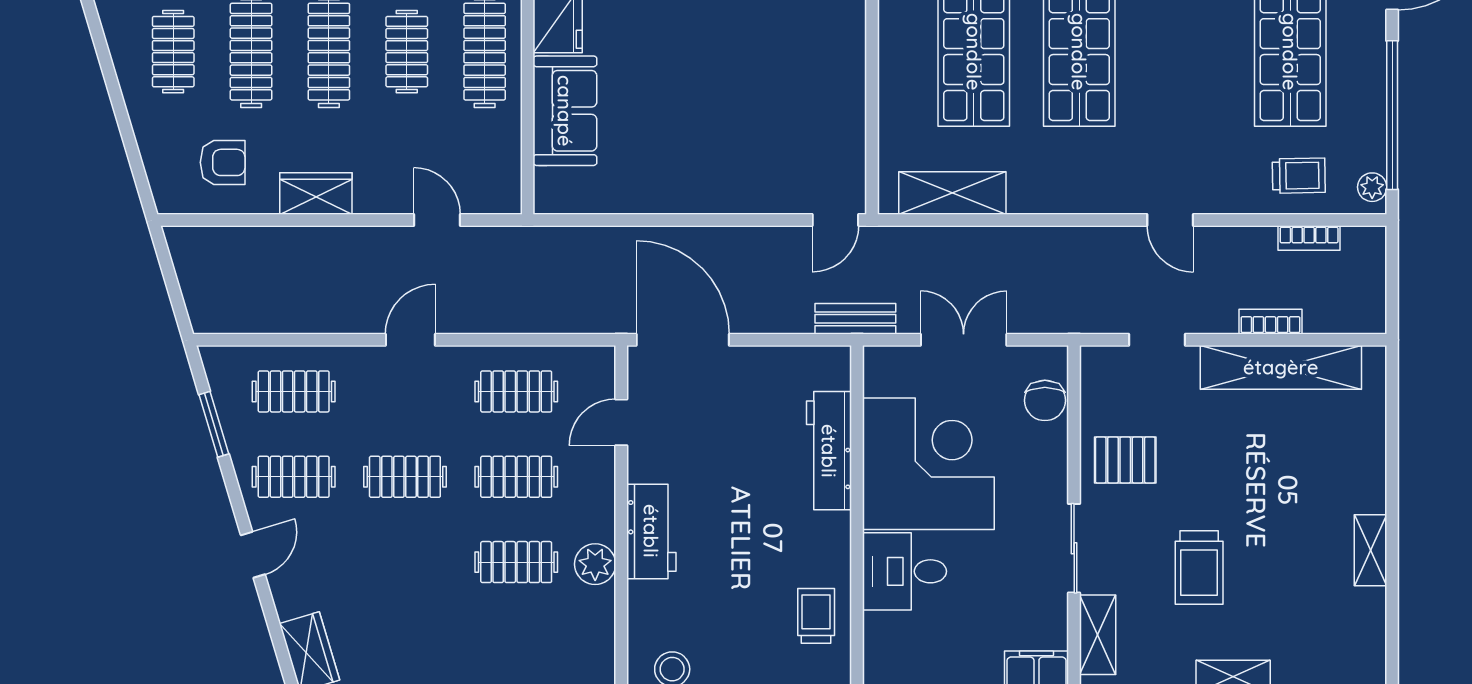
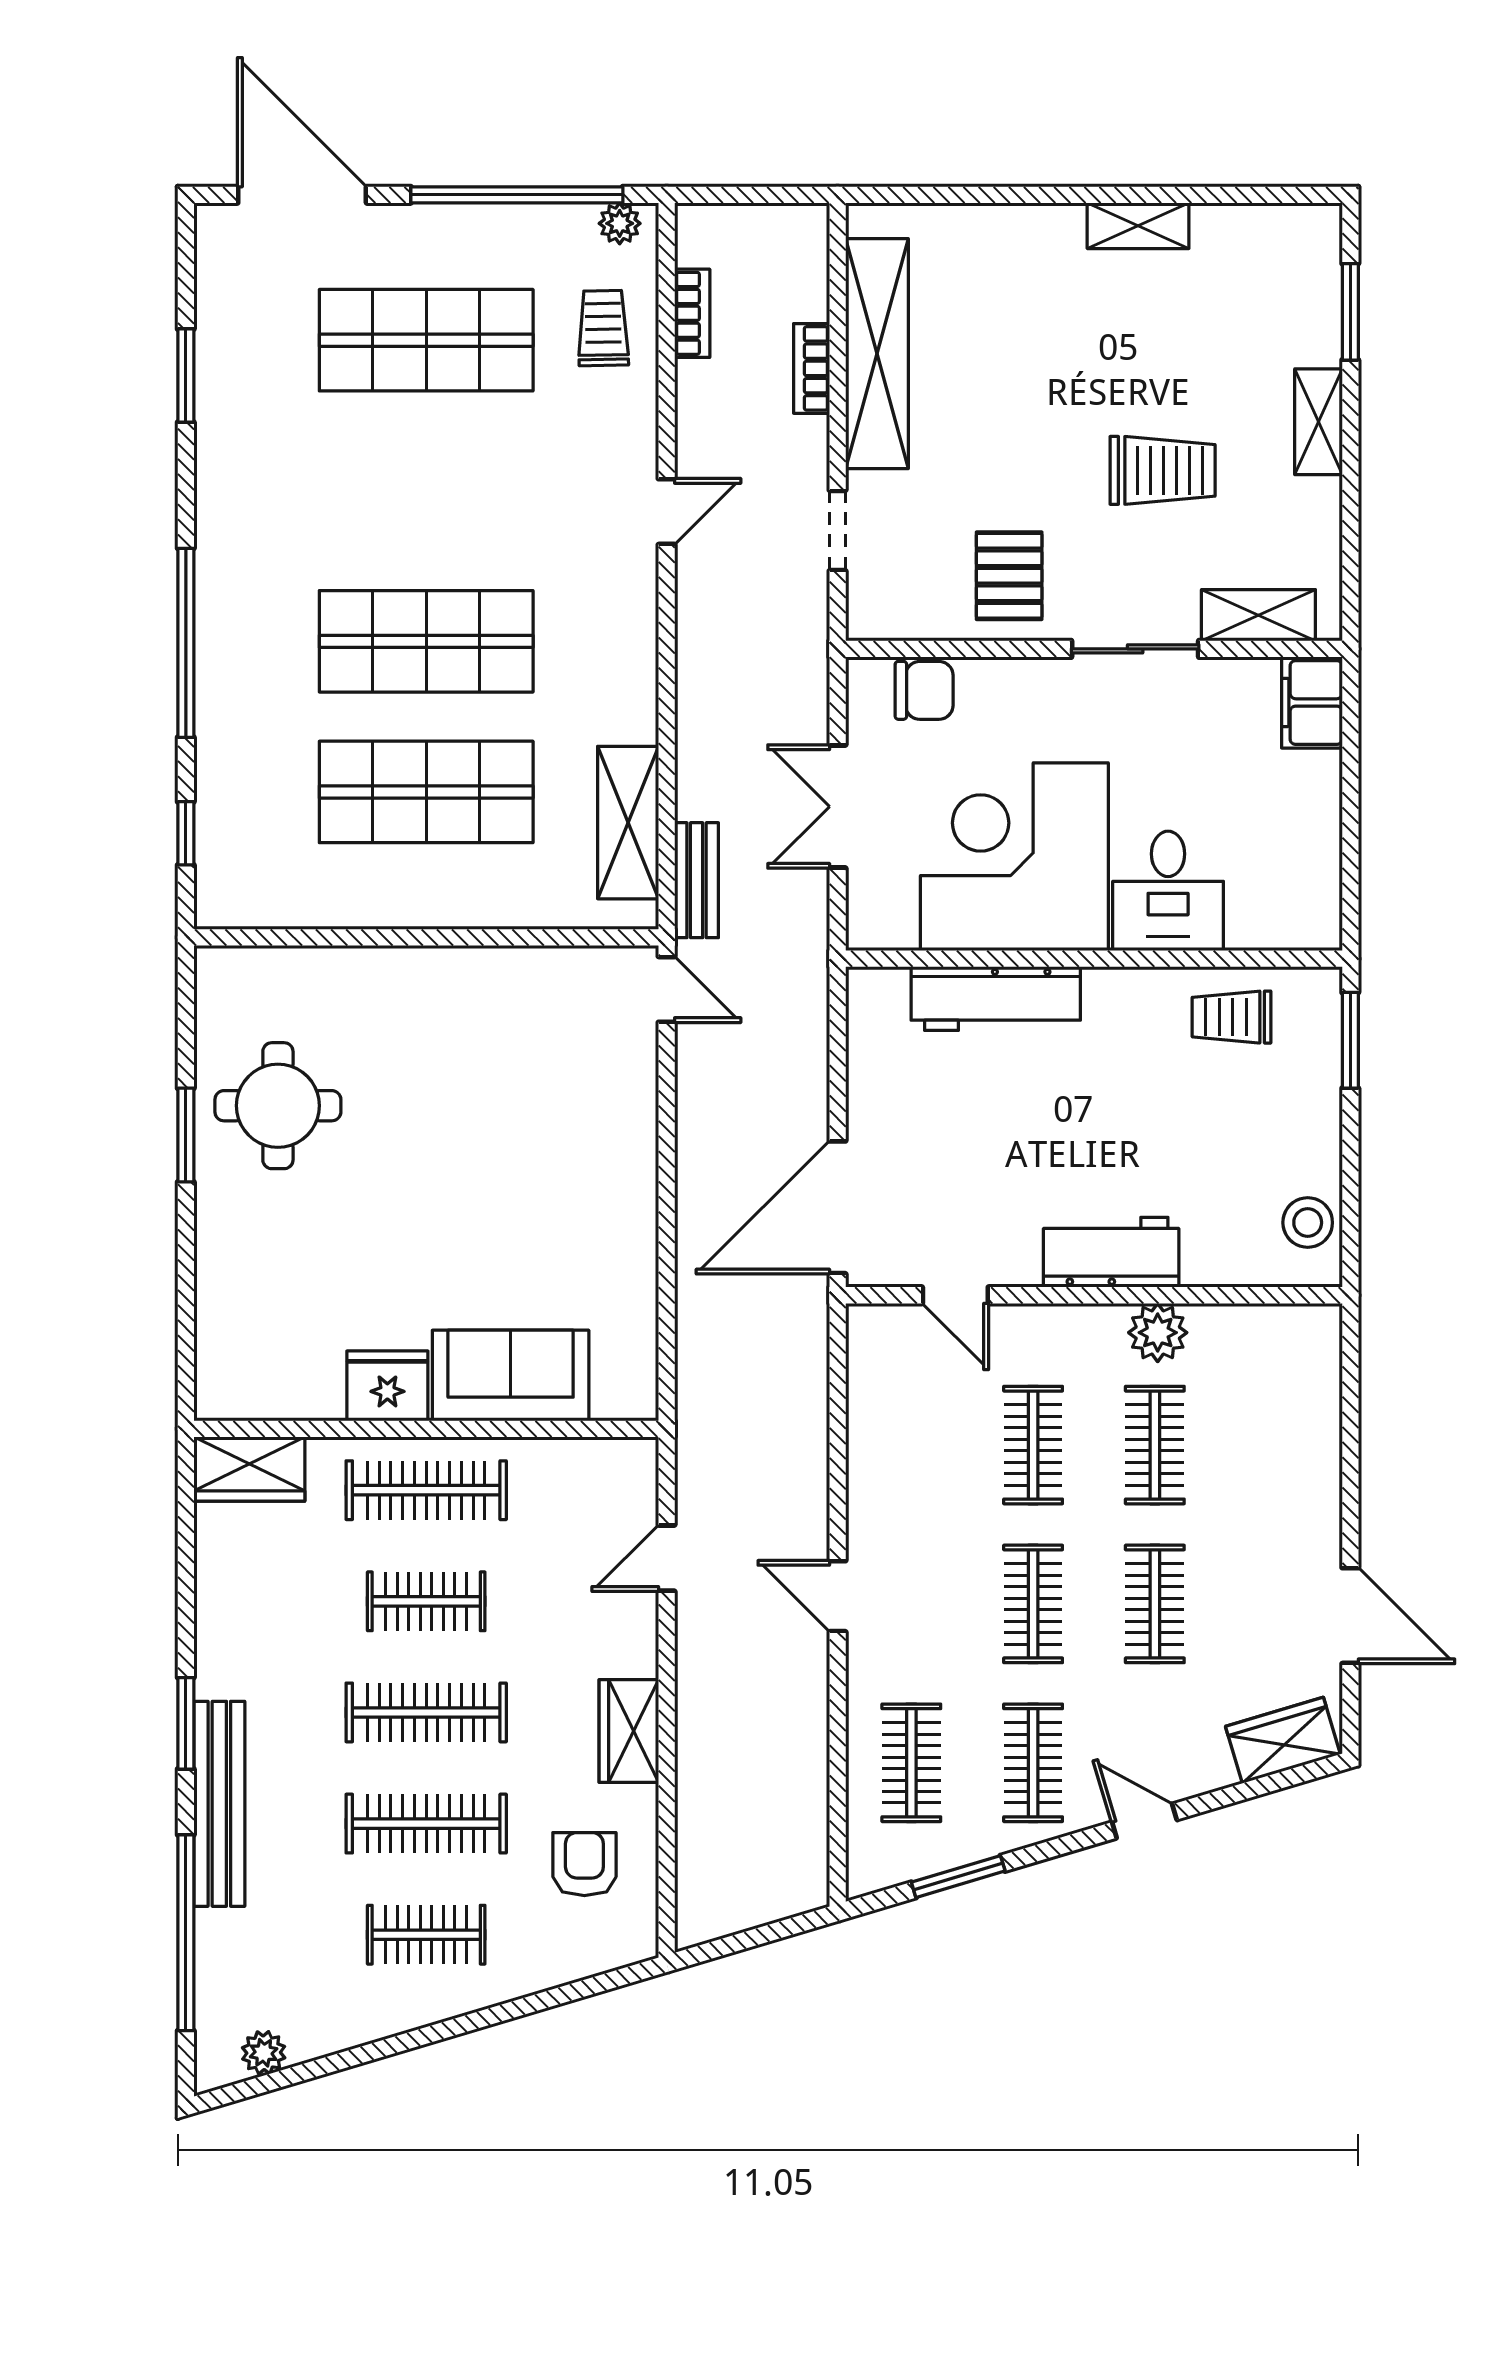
bench: (855, 319) -> (697, 880), moved
clothes rail: (516, 391) -> (1155, 1604), moved

